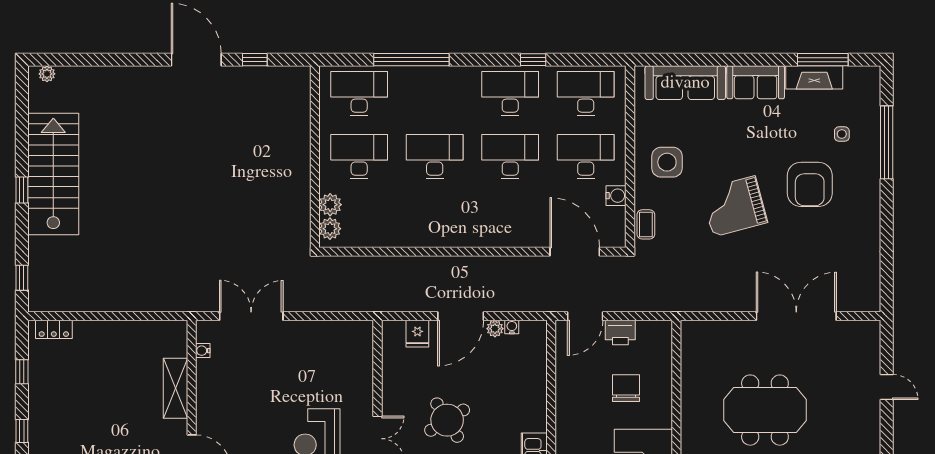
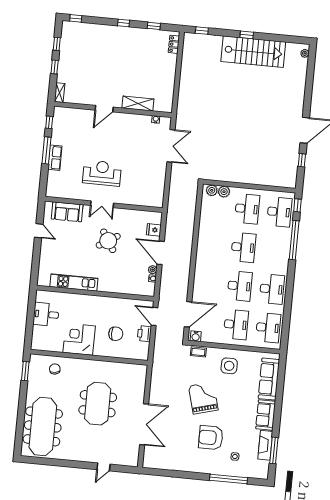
window: (533, 60) -> (297, 205), moved
water cooler: (616, 196) -> (196, 336), moved

